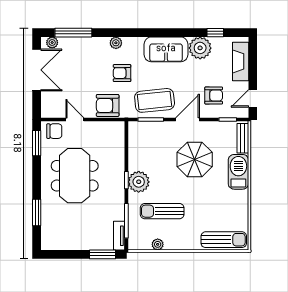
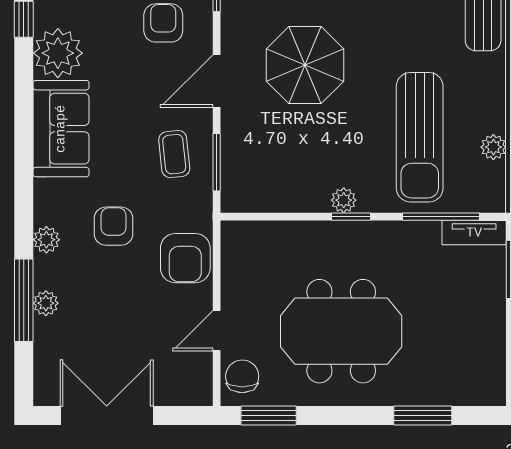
window: (73, 33) -> (24, 300), moved
plant: (52, 43) -> (46, 303), moved
armchair: (122, 73) -> (113, 226), turned 180
coffee table: (155, 100) -> (174, 154), width x0.54, depth x0.58
door: (187, 120) -> (217, 81), hinge flipped
plant: (139, 182) -> (344, 200), width x0.53, depth x0.53
sun lounger: (162, 211) -> (420, 137), width x1.36, depth x1.34

